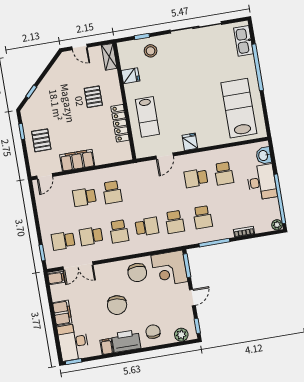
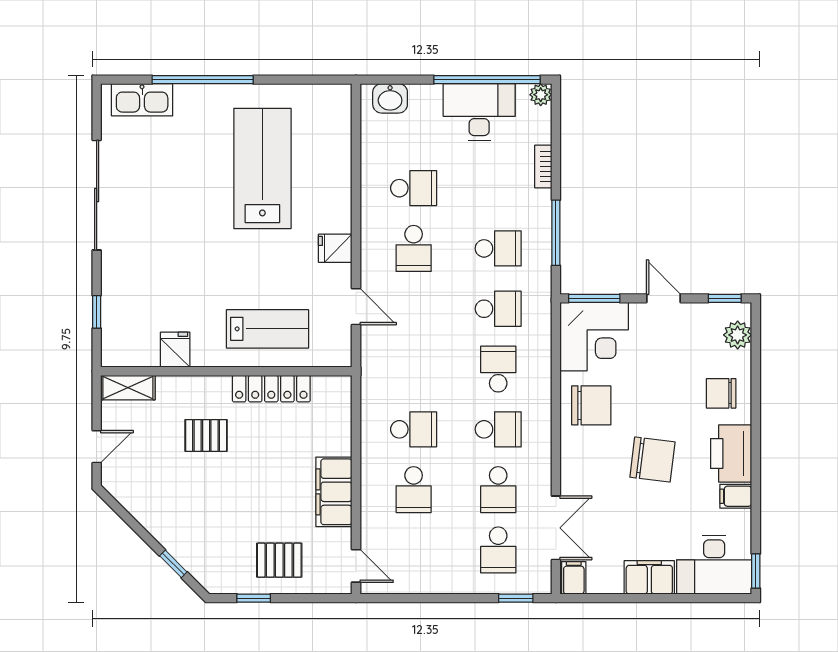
stool: (151, 51) -> (130, 299), removed
lab bench: (239, 108) -> (262, 168), moved, turned 90
desk: (262, 182) -> (479, 112), moved

